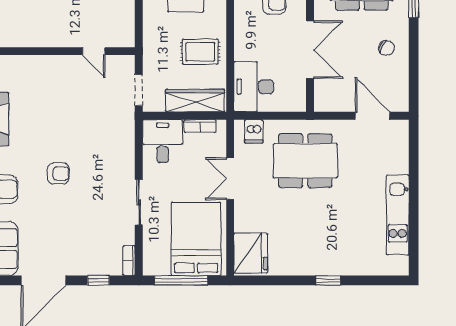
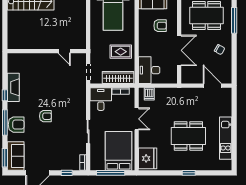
dining table: (305, 161) -> (188, 136), moved
double door: (230, 179) -> (137, 119), swing flipped

